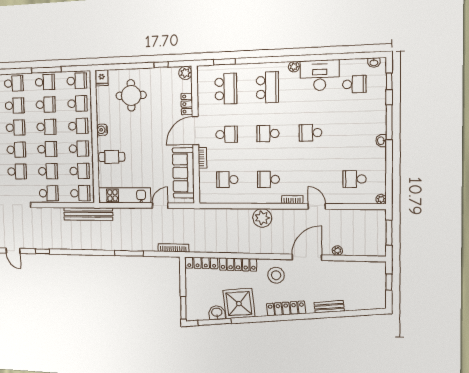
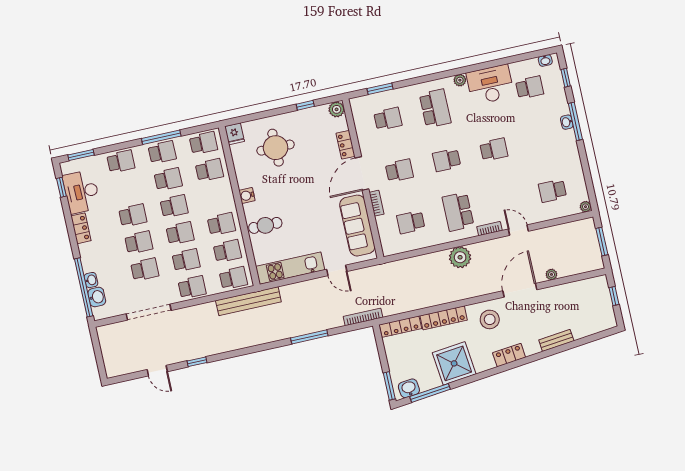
school desk: (226, 89) -> (388, 119), width x0.54
school desk: (15, 106) -> (127, 188), removed
school desk: (78, 126) -> (215, 197), removed
school desk: (311, 133) -> (494, 150), turned 180
washbasin: (381, 141) -> (567, 122), moved
school desk: (268, 179) -> (458, 212), width x1.85
door: (160, 206) -> (337, 270), swing flipped
locker: (286, 309) -> (509, 355), width x0.66
washbasin: (217, 313) -> (409, 388), moved

